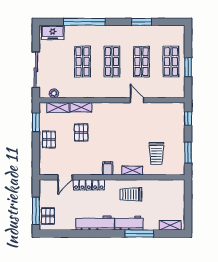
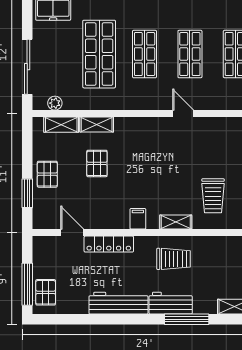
shop shelf: (83, 62) -> (99, 54), width x1.43, depth x1.36
window: (36, 122) -> (27, 193), moved
door: (65, 177) -> (72, 233), swing flipped
trolley: (131, 194) -> (174, 259), turned 180

